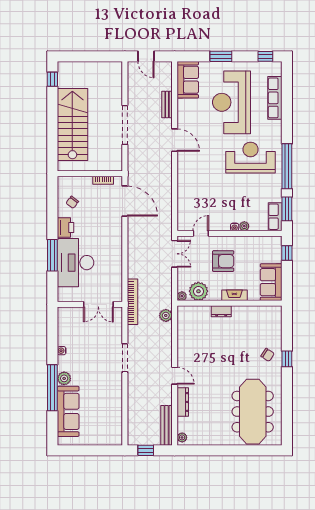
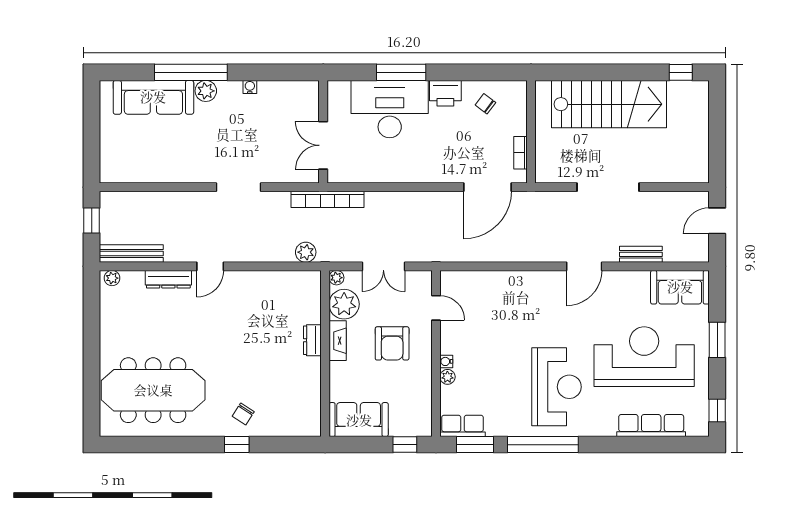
double door: (175, 254) -> (383, 266), moved
fireplace: (234, 295) -> (338, 341), moved

